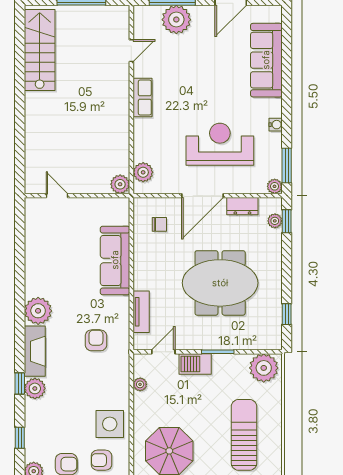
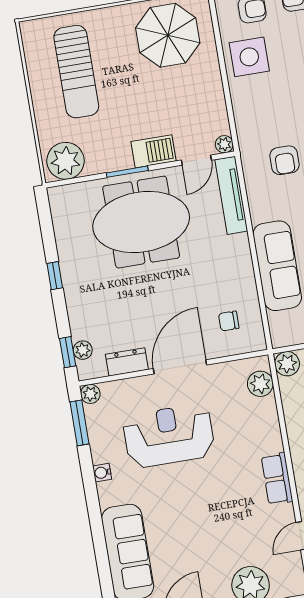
reception desk: (220, 144) -> (169, 436), turned 180
meeting table: (220, 283) -> (141, 222), moved
tv unit: (141, 312) -> (231, 195), width x1.41
window: (287, 314) -> (55, 276), moved
plant: (140, 384) -> (224, 144), moved

